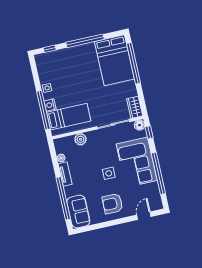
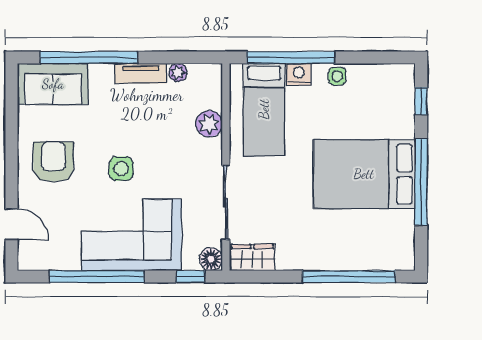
bed: (114, 60) -> (364, 174), moved

